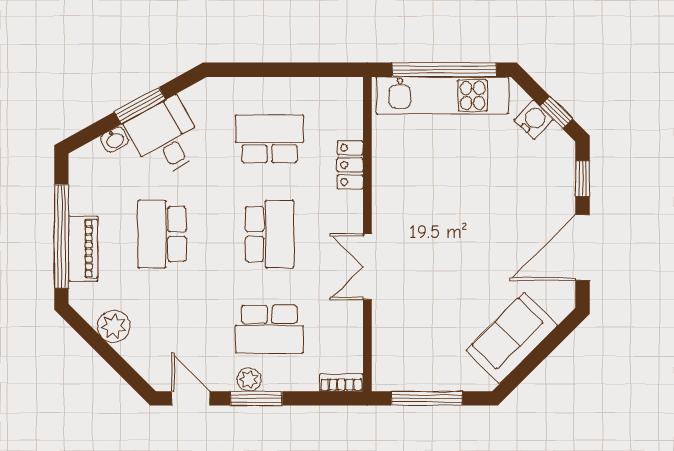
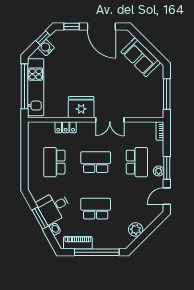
fridge: (396, 201) -> (81, 107), added
school desk: (162, 234) -> (96, 209), turned 180
piano: (83, 249) -> (78, 243), moved

